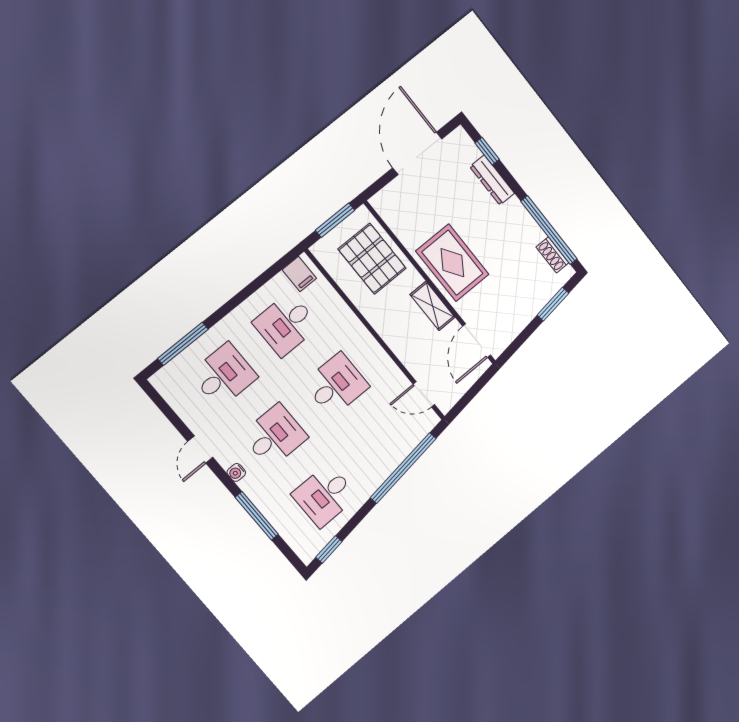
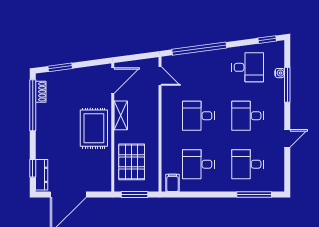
dresser: (492, 180) -> (42, 175), moved
desk: (286, 324) -> (198, 164), turned 180
water cooler: (236, 472) -> (280, 73), moved

